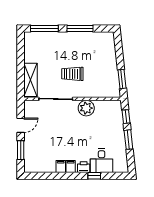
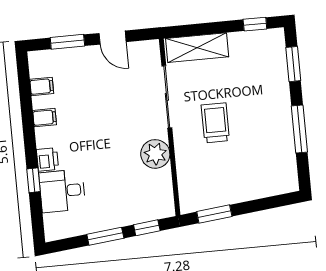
window: (44, 28) -> (293, 64), width x0.69
window: (21, 47) -> (255, 24), added
filing cabinet: (71, 166) -> (42, 86), moved

